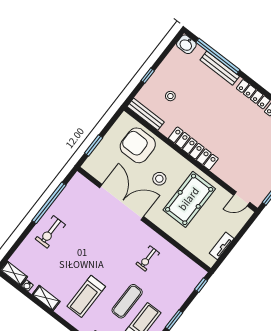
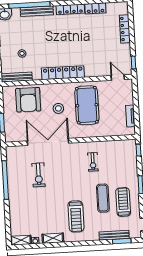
armchair: (138, 145) -> (28, 100), turned -90
door: (242, 199) -> (118, 78), swing flipped
exercise bike: (50, 232) -> (39, 175), moved

